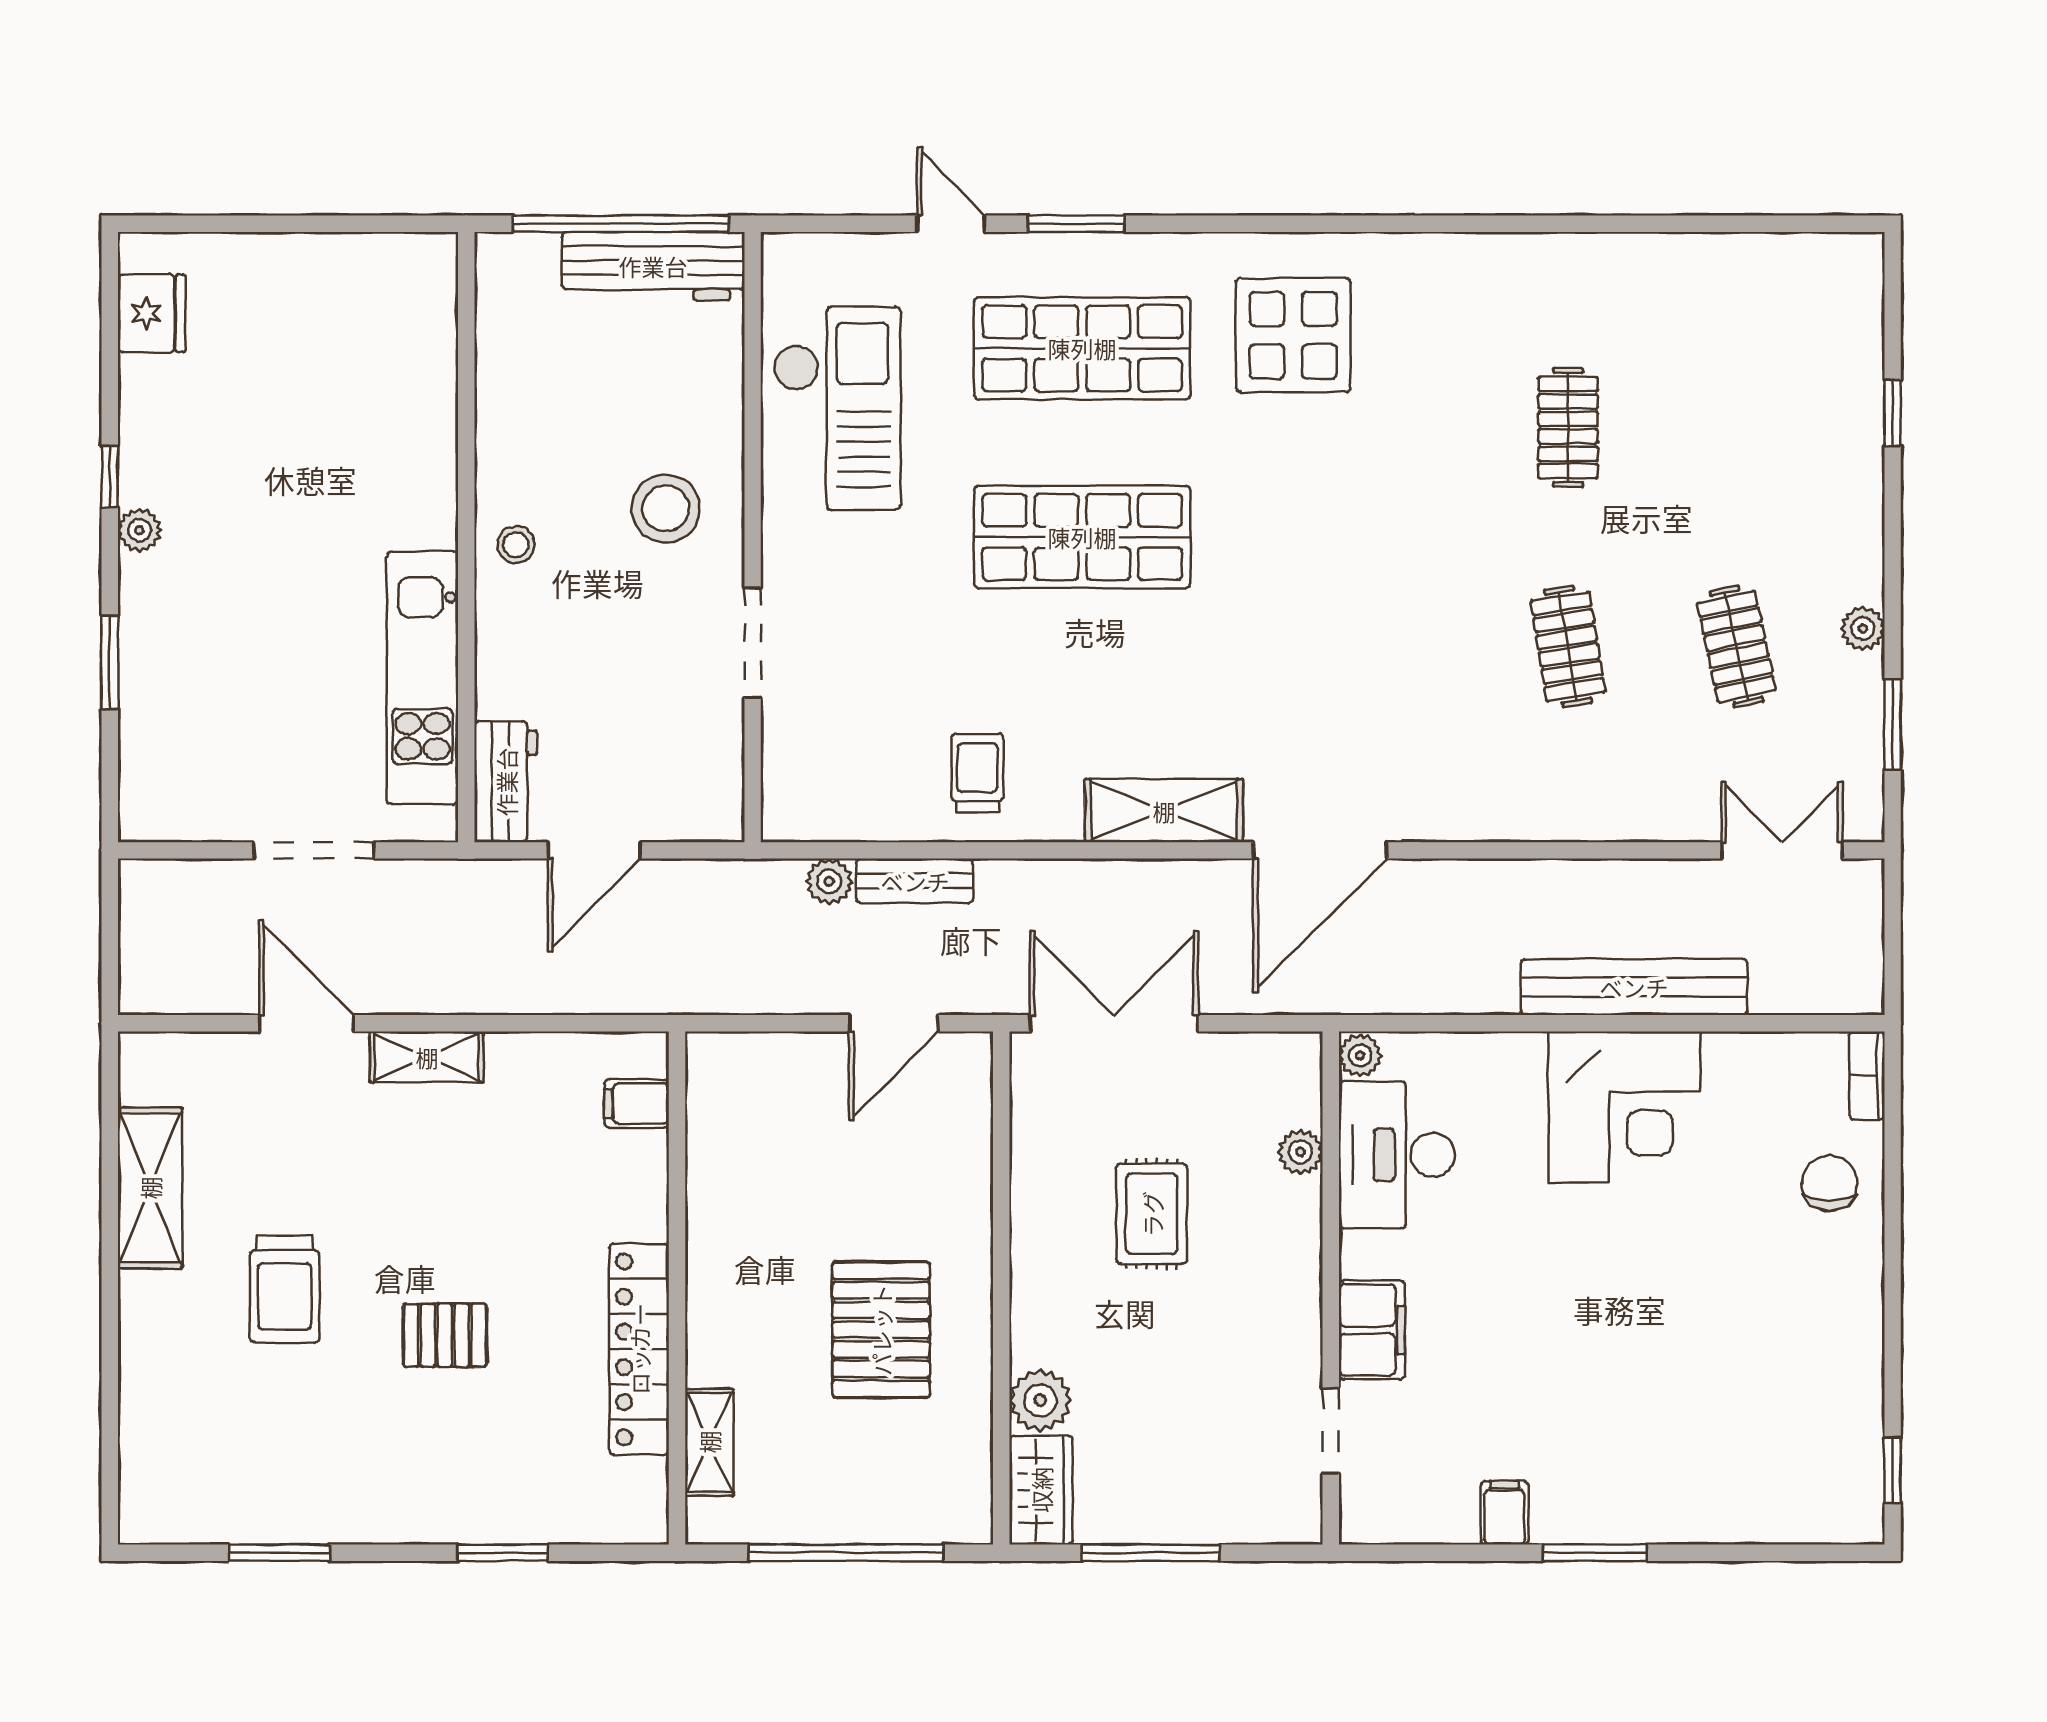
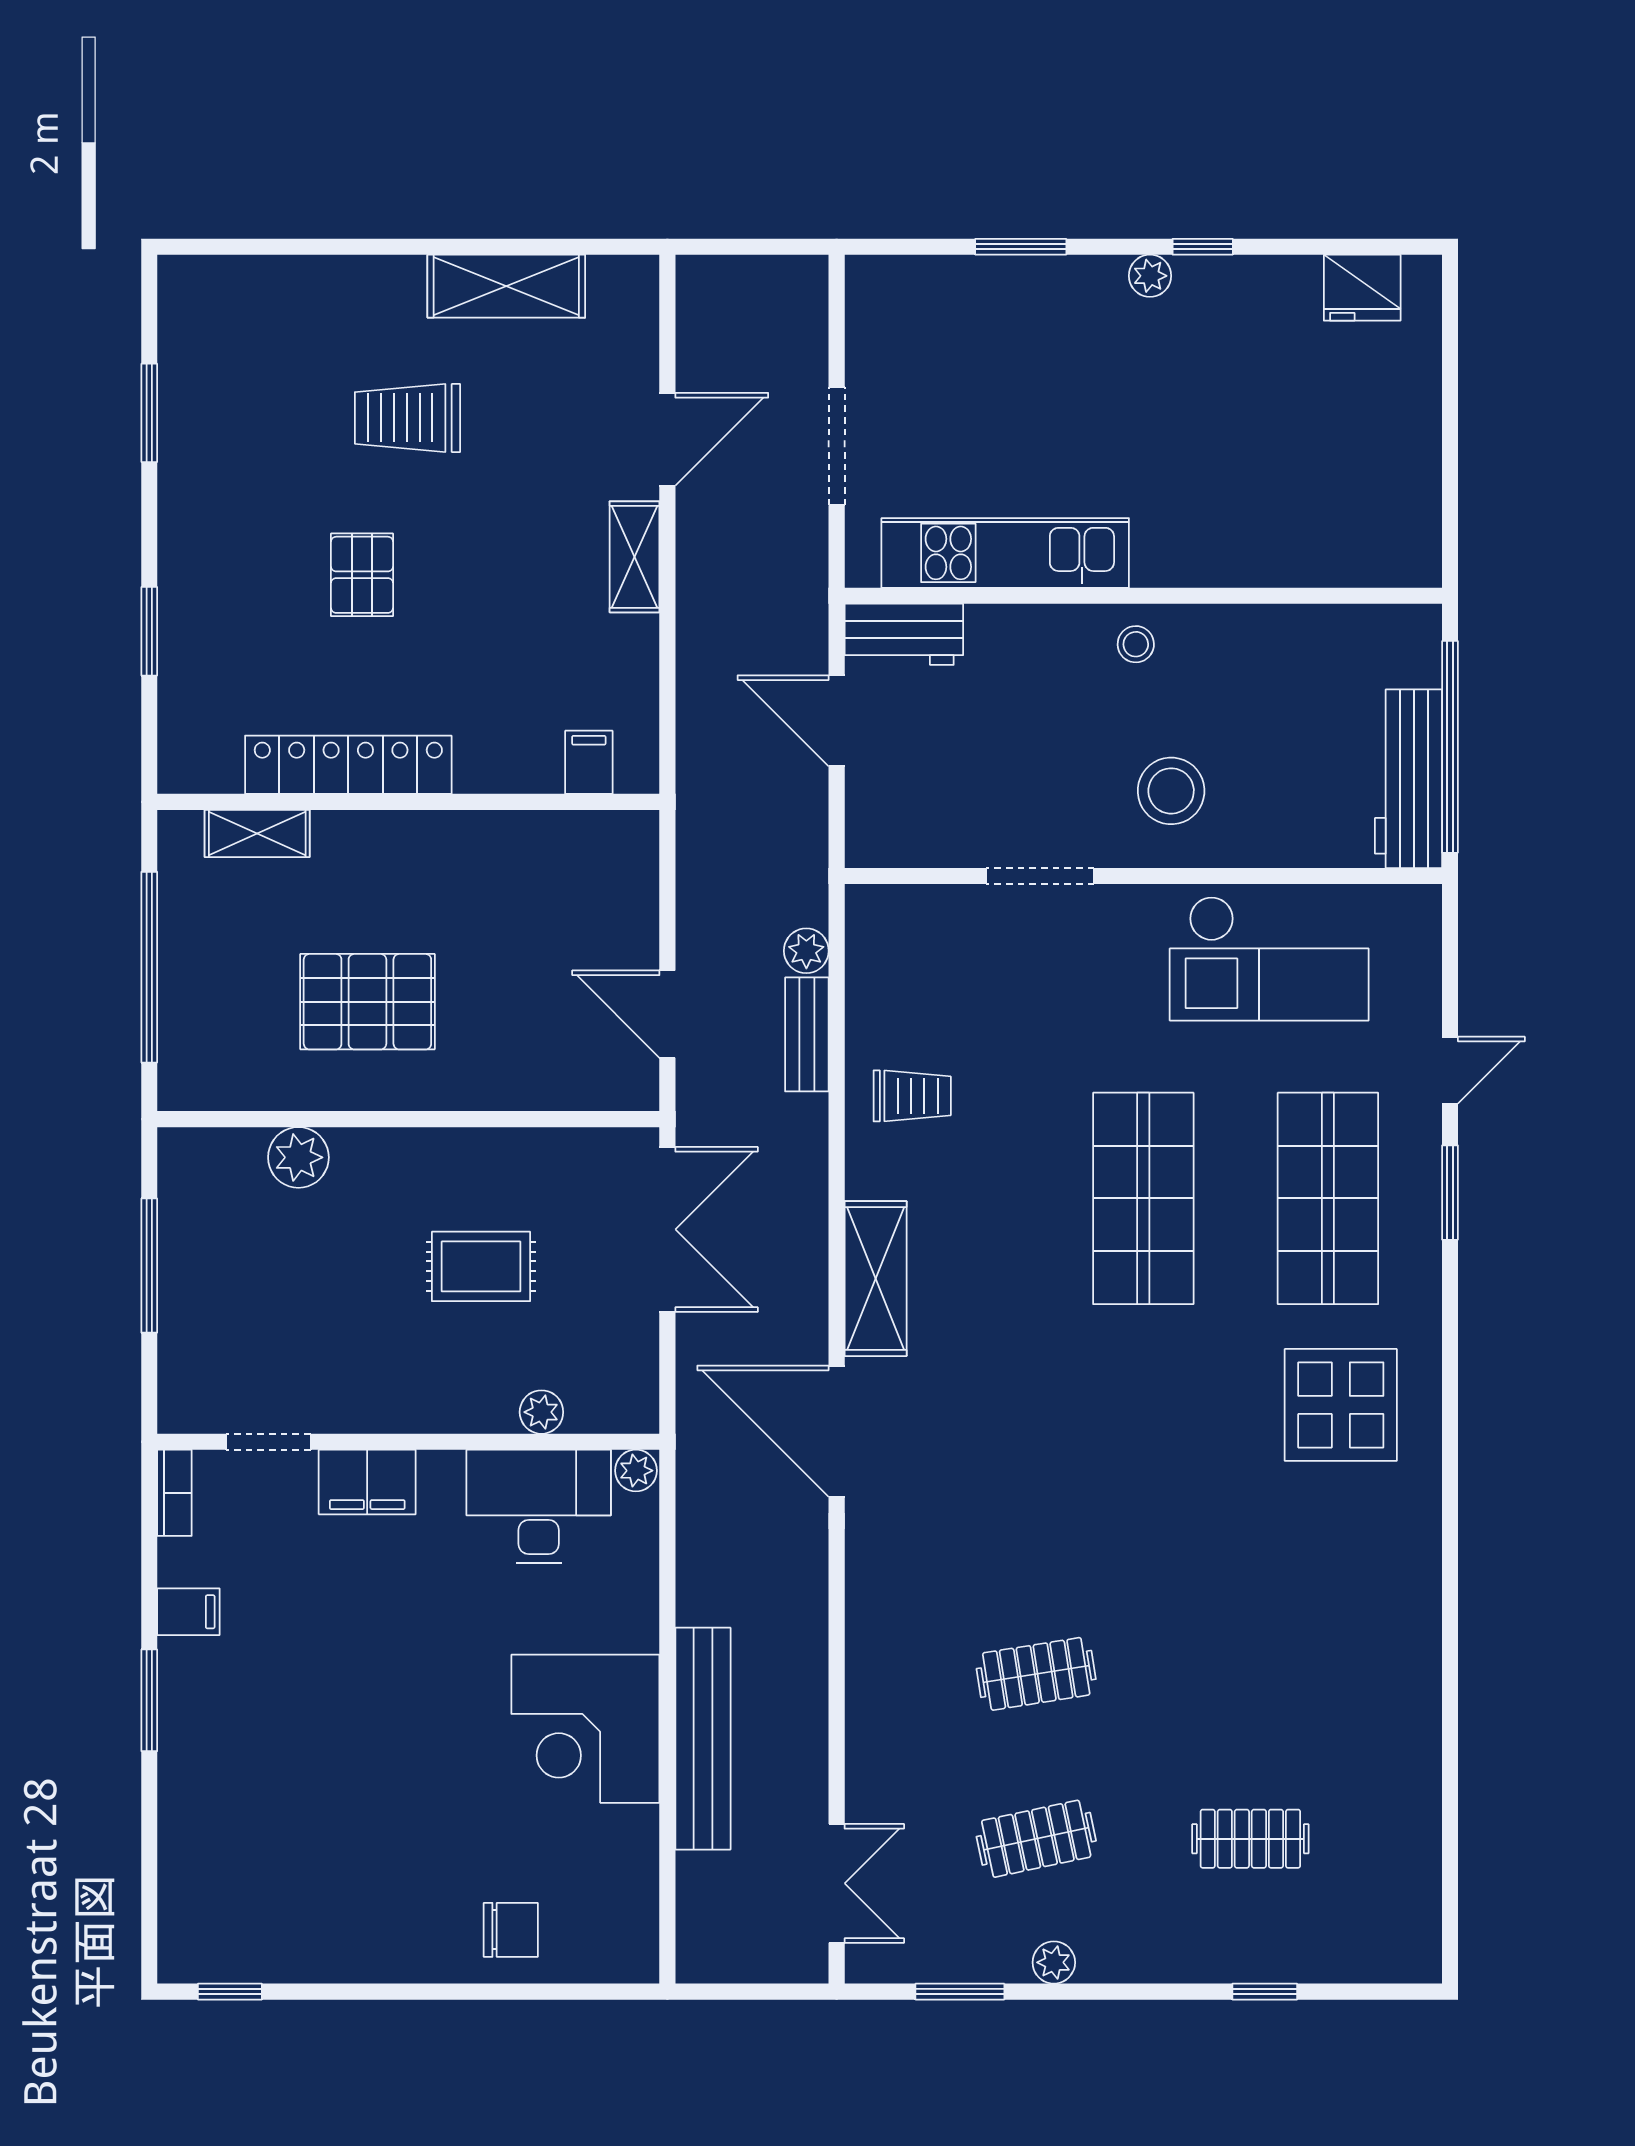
clothes rail: (1568, 428) -> (1250, 1839), moved
bookcase: (1867, 1075) -> (174, 1493), moved, turned 90
wardrobe: (1041, 1490) -> (210, 1158), removed

